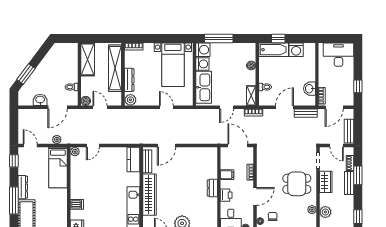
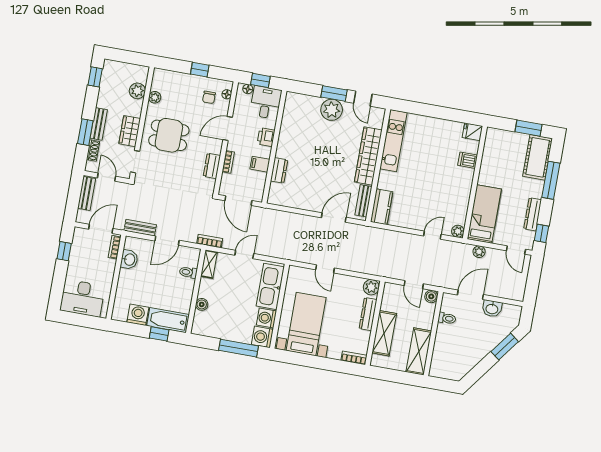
shelving: (115, 68) -> (384, 333), width x0.68
dresser: (262, 167) -> (212, 166), added
dresser: (23, 187) -> (533, 214), moved
dresser: (212, 188) -> (279, 170), moved

